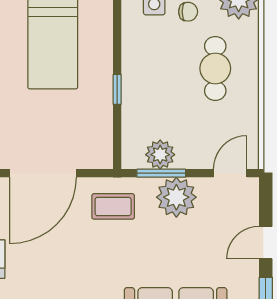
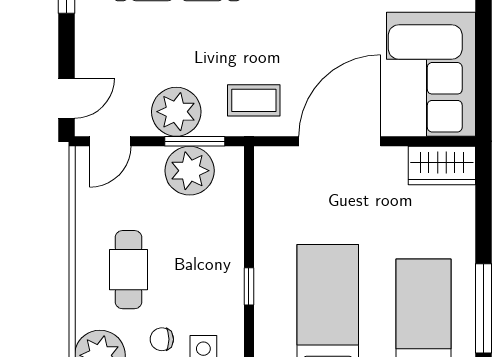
window: (117, 89) -> (249, 286), moved
plant: (160, 155) -> (190, 171), width x1.36, depth x1.36
door: (266, 243) -> (66, 98), moved

